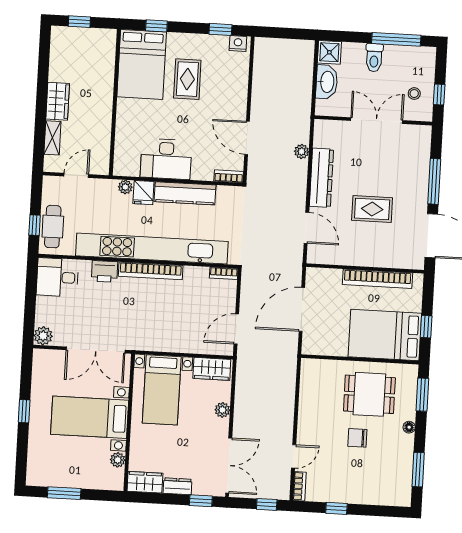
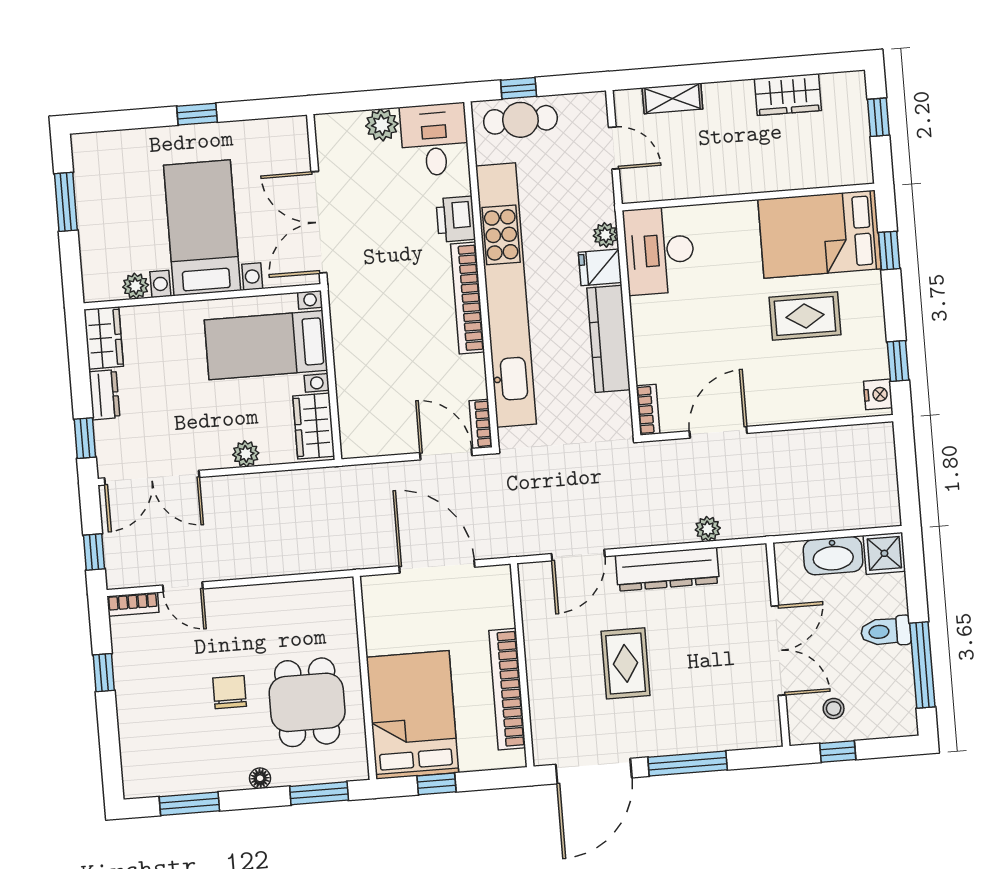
wardrobe: (58, 101) -> (788, 95), moved
desk: (166, 159) -> (659, 250), moved
door: (236, 329) -> (446, 454), moved
plant: (43, 336) -> (382, 125), moved

